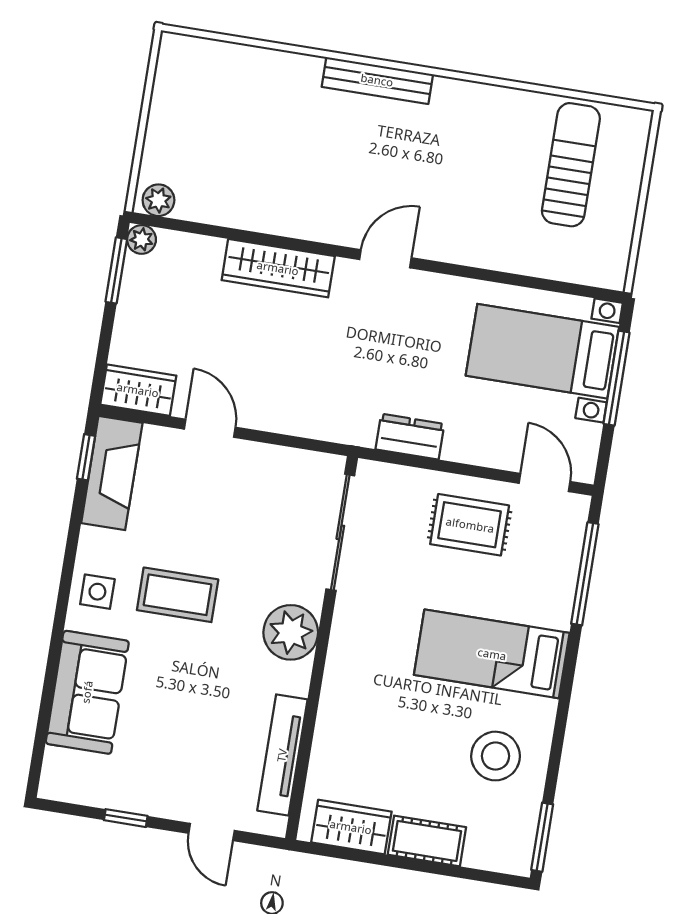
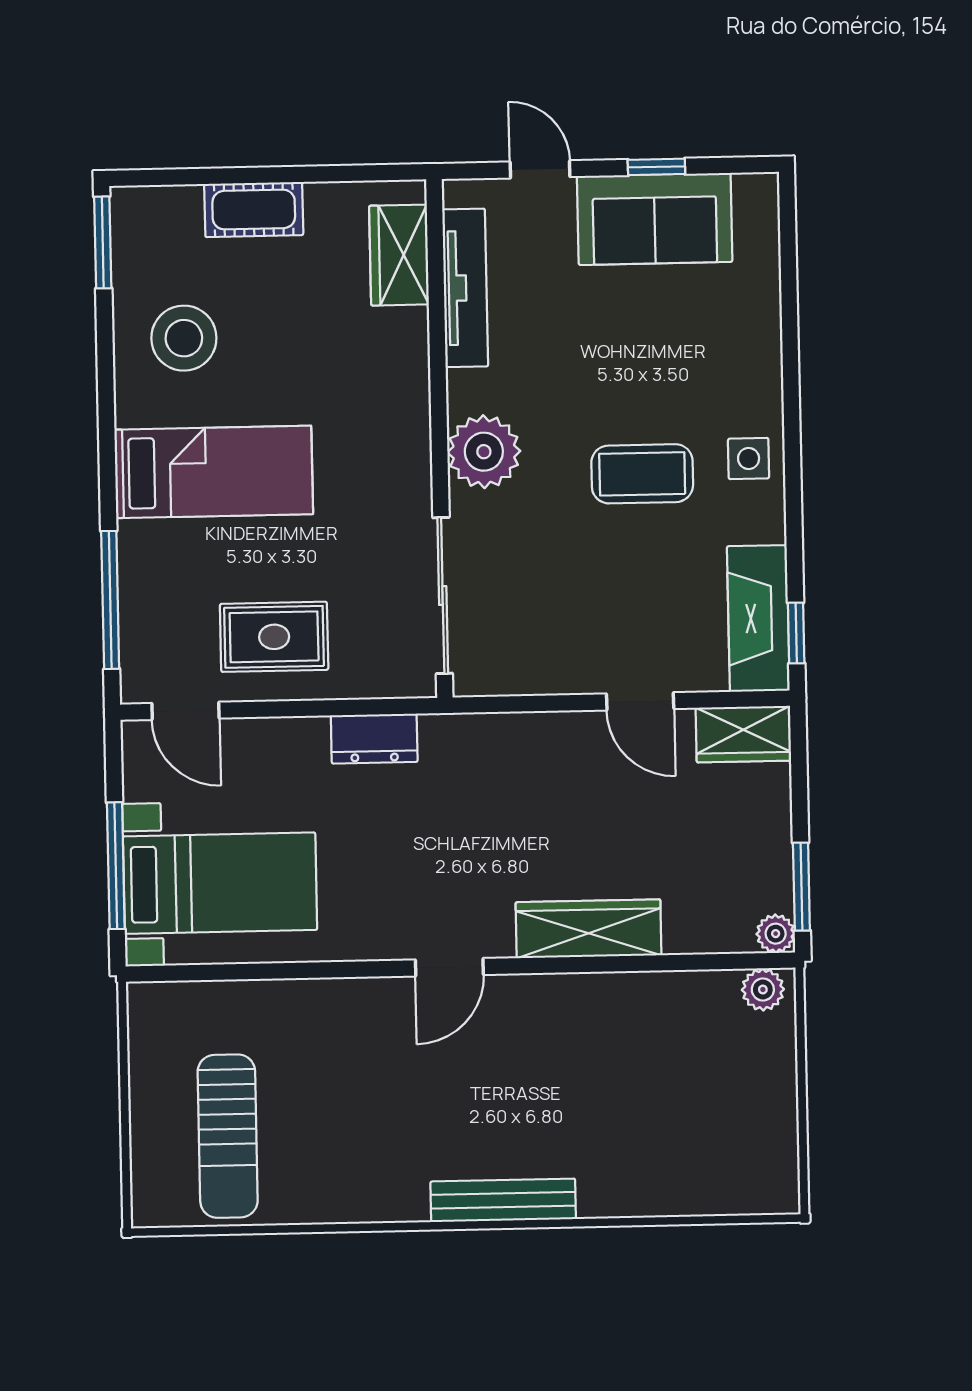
sofa: (87, 692) -> (655, 219), moved, turned -90
wardrobe: (351, 827) -> (399, 255), moved, turned 90

